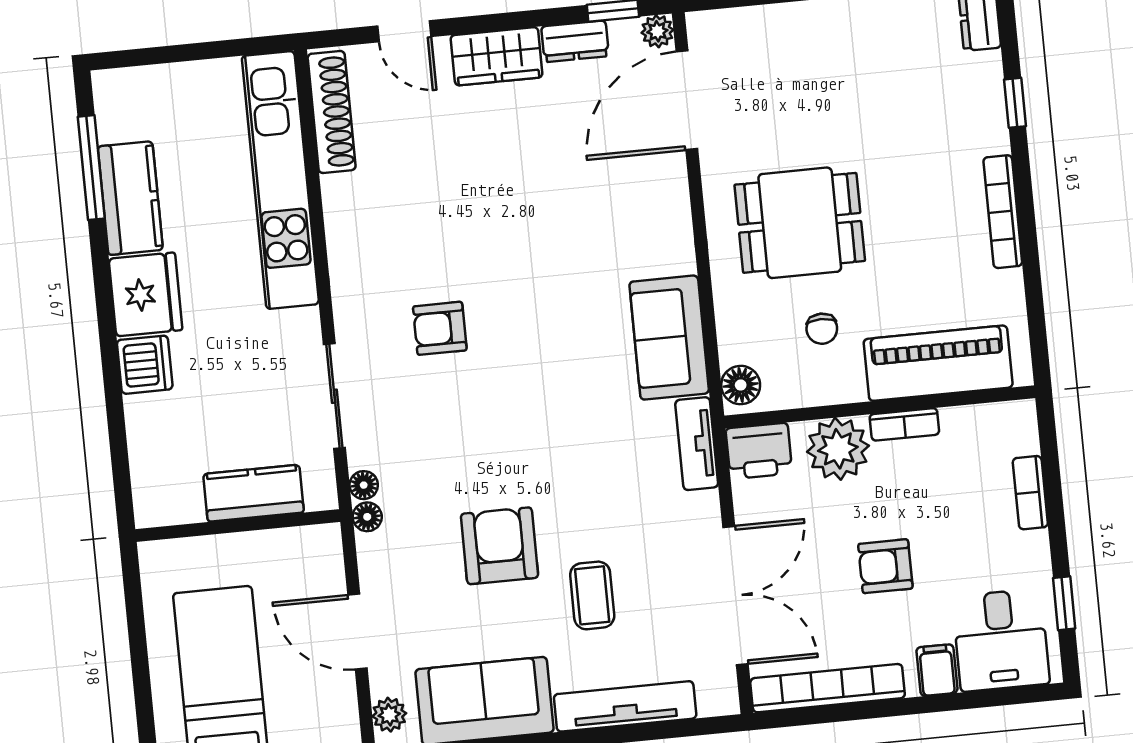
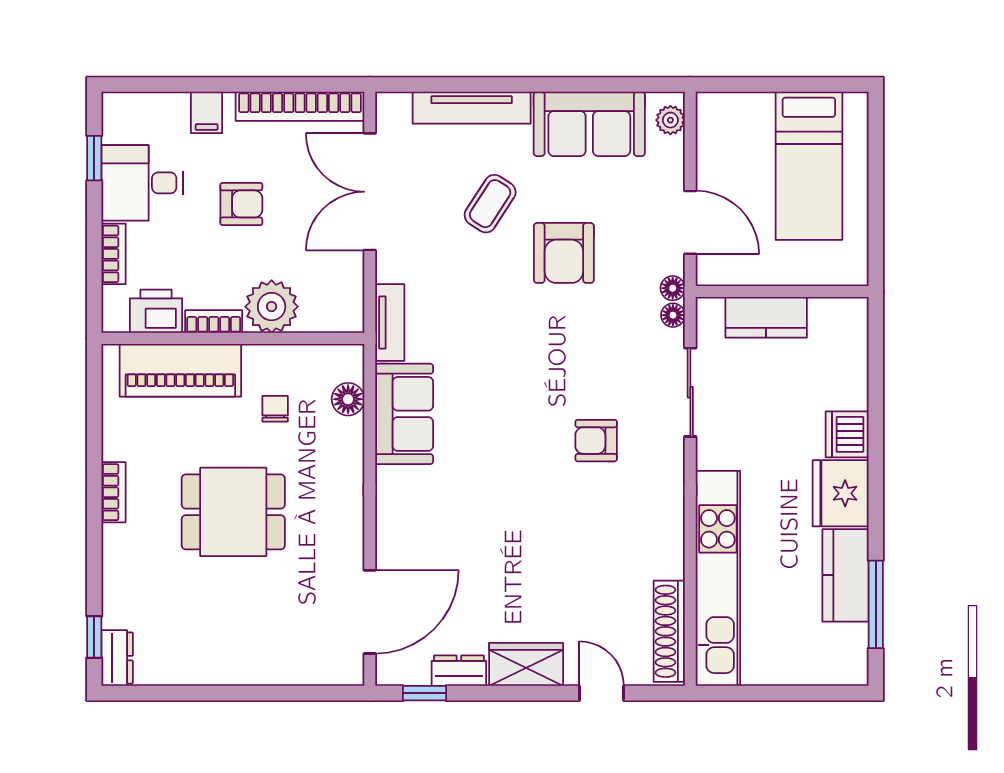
plant: (657, 31) -> (389, 672), removed
window: (1015, 103) -> (94, 637), moved
bookcase: (1003, 212) -> (113, 492), width x0.64
dining table: (800, 223) -> (233, 512), moved
armchair: (440, 328) -> (596, 441), turned 180
floor lamp: (741, 385) -> (348, 399), moved
printer: (759, 451) -> (156, 311), moved
coffee table: (592, 595) -> (490, 204), turned 33
door: (358, 632) -> (690, 222), moved
desk: (1001, 640) -> (142, 183), moved, turned -90

